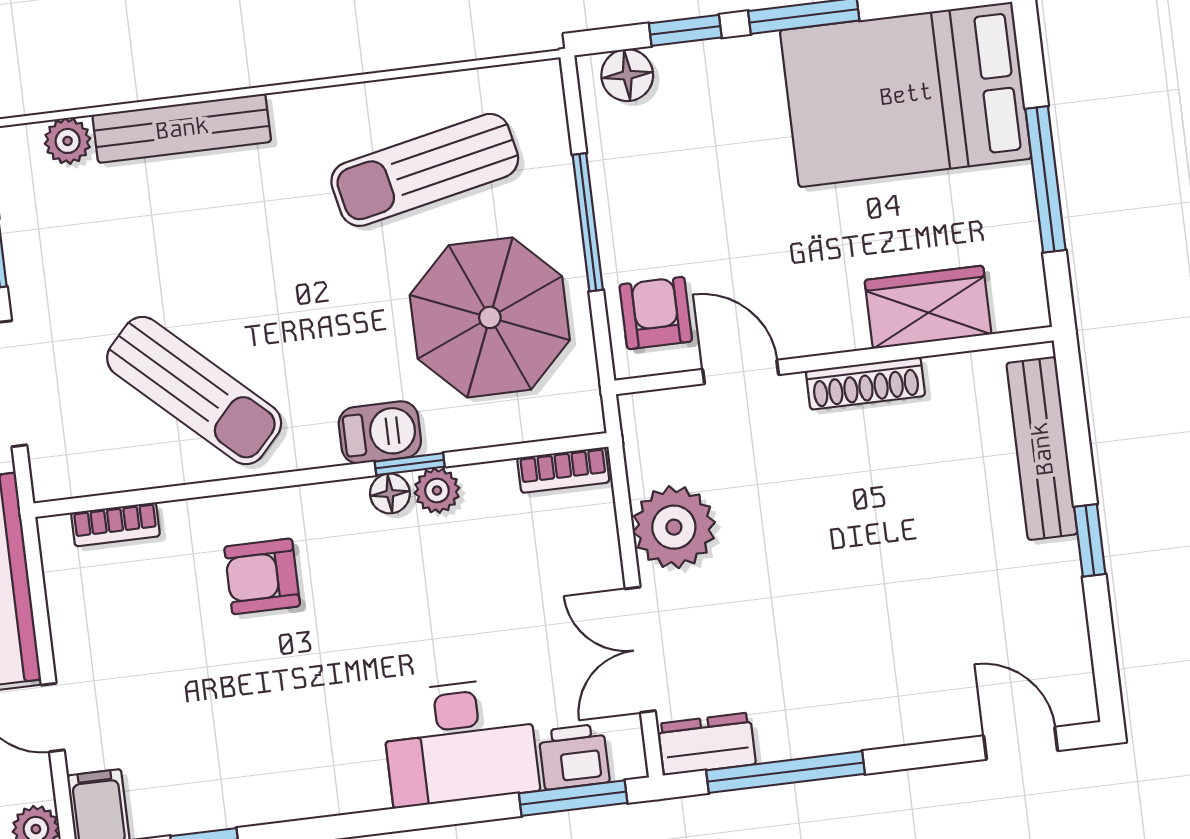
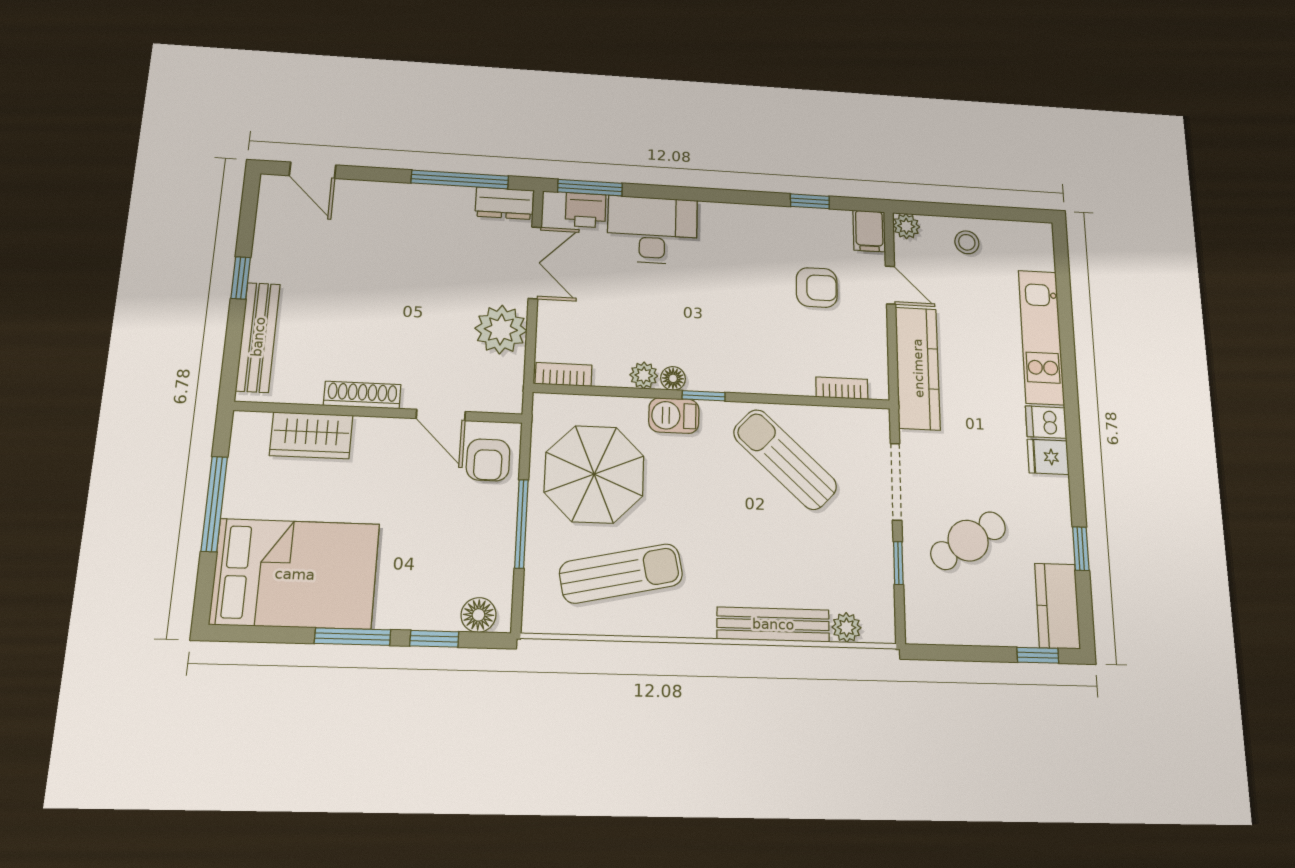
window: (410, 464) -> (704, 396), moved
armchair: (262, 576) -> (817, 287), moved

